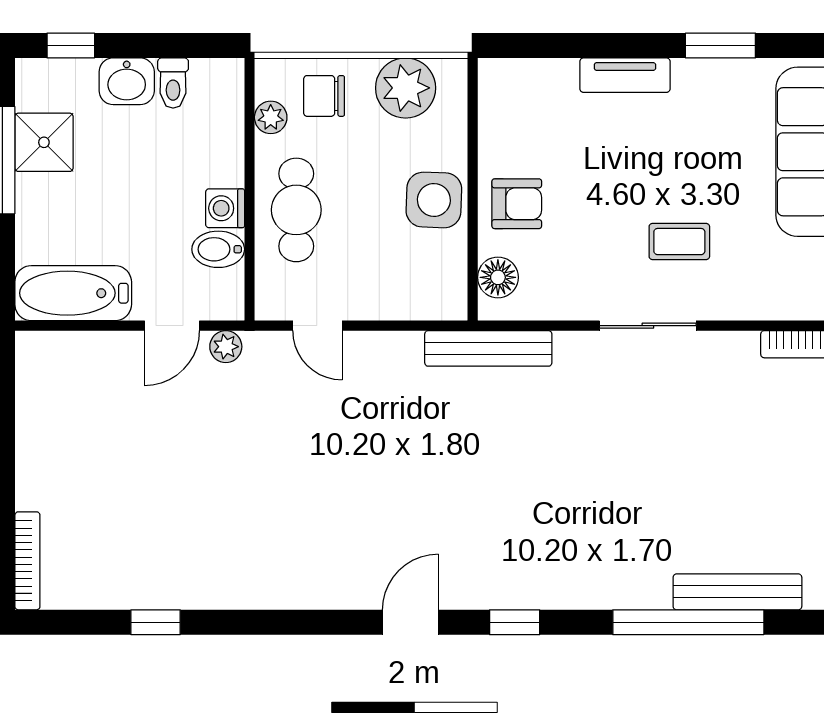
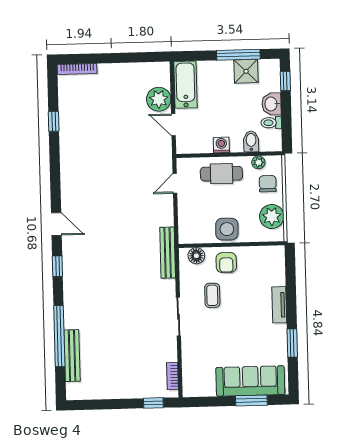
coffee table: (679, 242) -> (212, 295), moved
bidet: (218, 249) -> (251, 141), moved
plant: (226, 347) -> (159, 99), moved, width x1.87, depth x1.87

